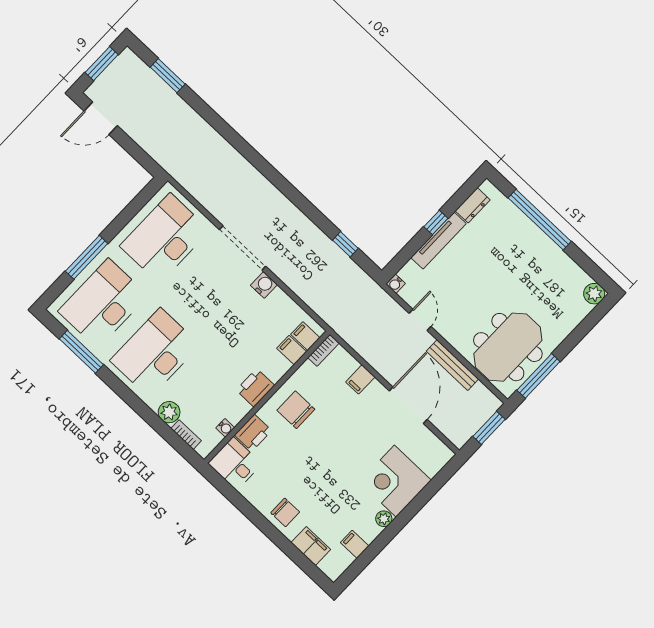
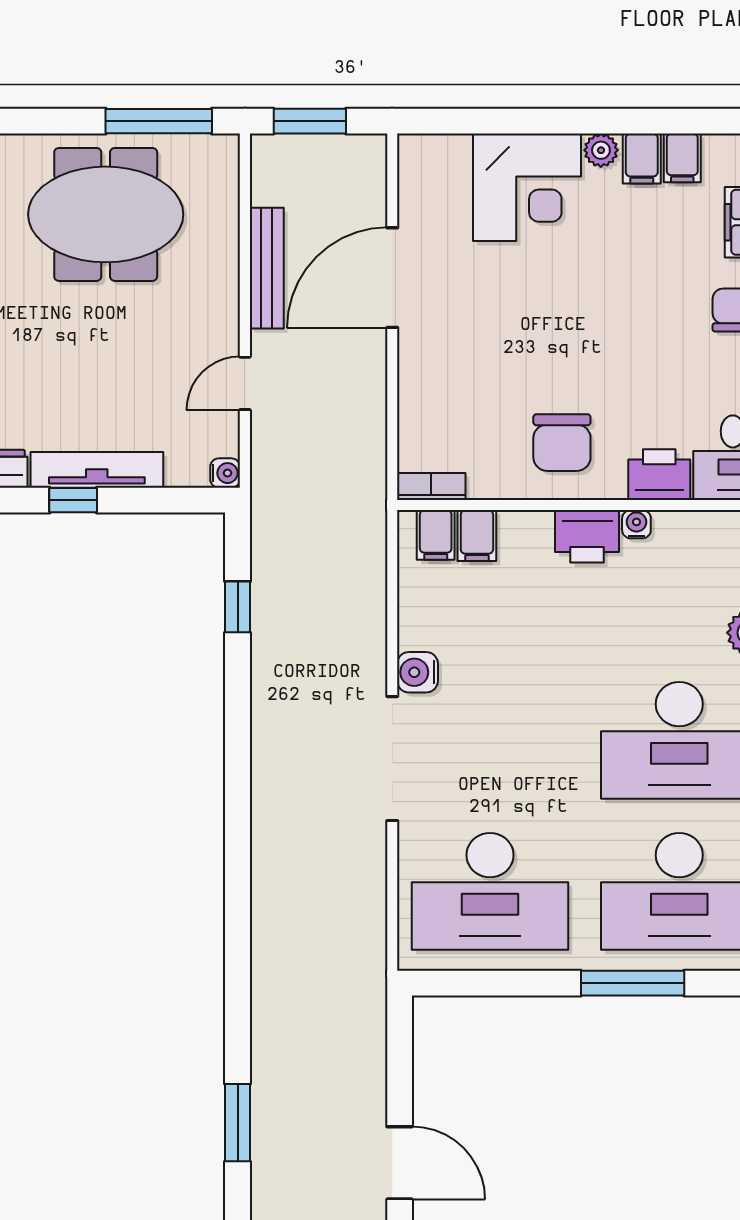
meeting table: (508, 347) -> (106, 214), moved
filing cabinet: (360, 379) -> (642, 159), moved, turned 90
water cooler: (225, 428) -> (636, 524), moved

